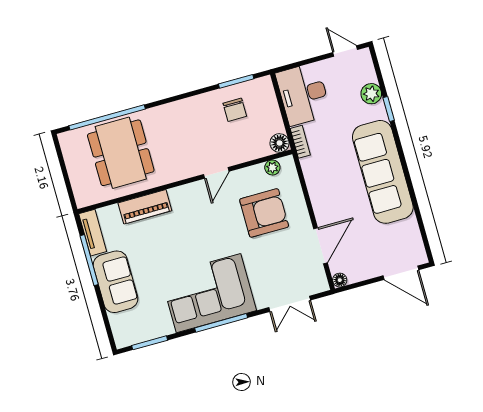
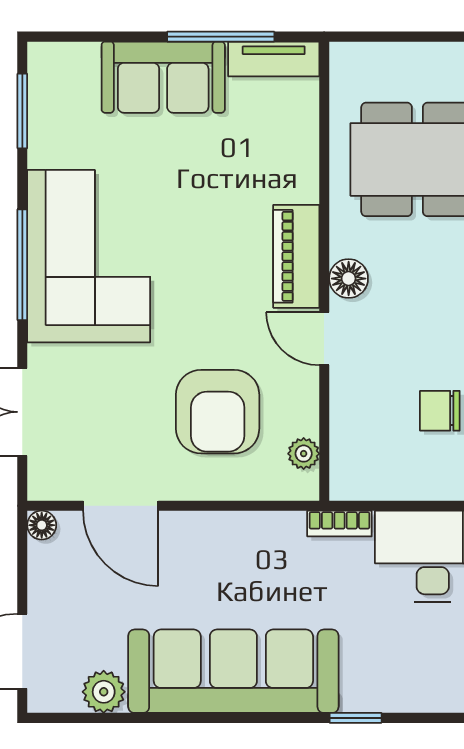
plant: (371, 94) -> (104, 692), moved
floor lamp: (280, 143) -> (349, 279), moved
piano: (145, 207) -> (296, 256), moved

